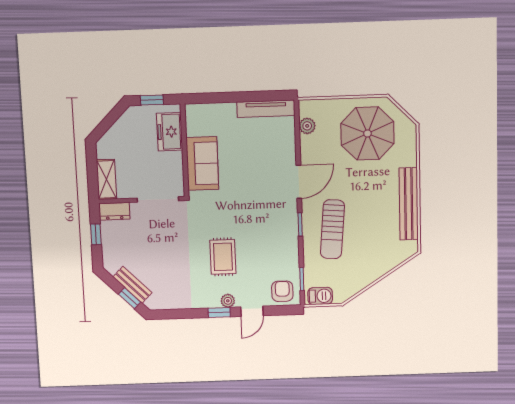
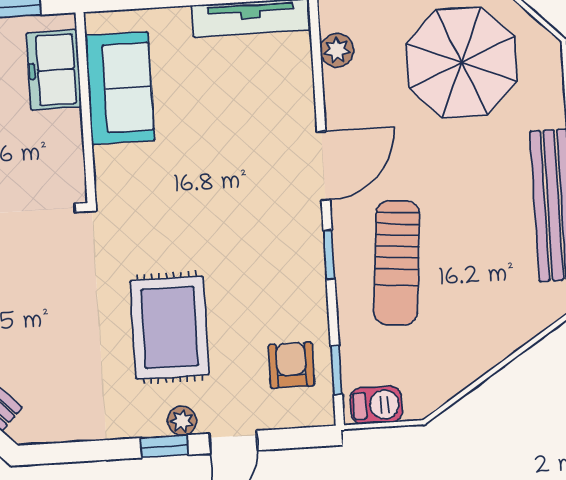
sofa: (202, 163) -> (120, 88), moved
rug: (223, 257) -> (170, 328), width x1.36, depth x1.43
armchair: (282, 291) -> (291, 365), moved

